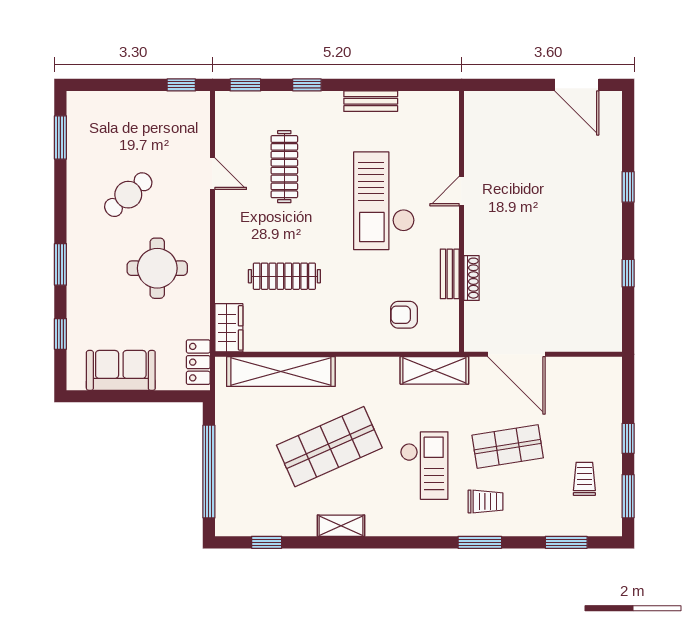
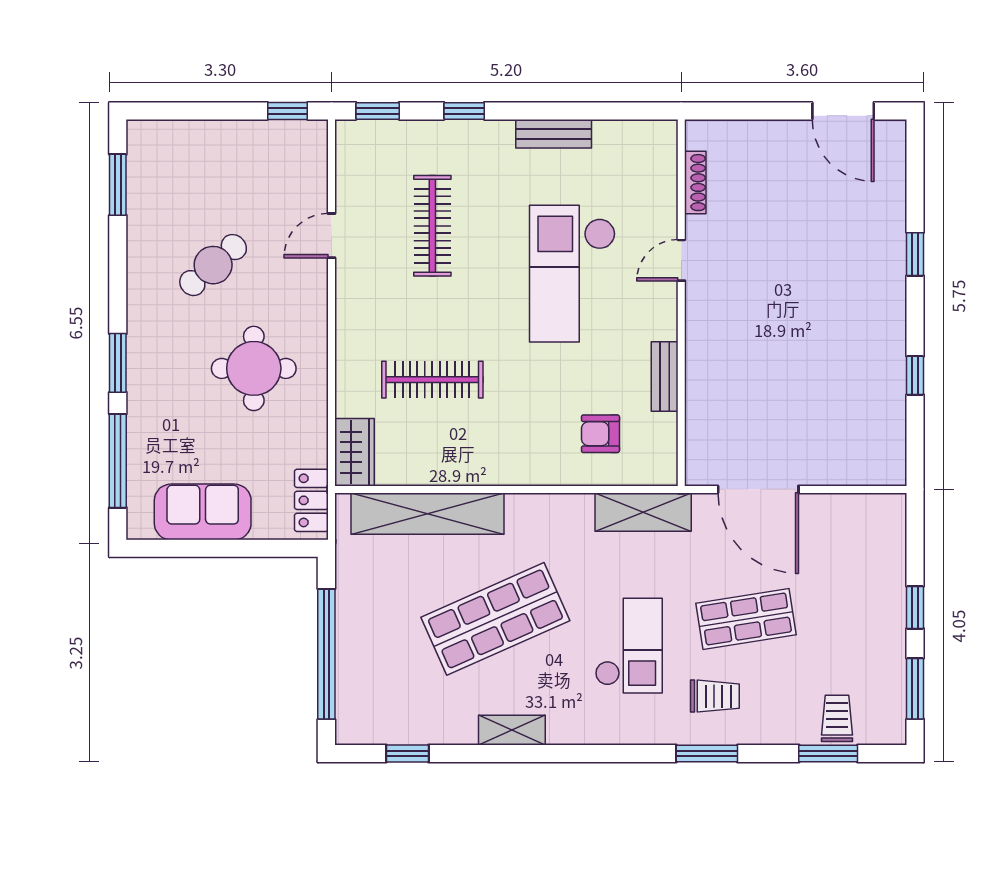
door: (213, 174) -> (331, 236), swing flipped
shoe rack: (472, 278) -> (695, 183), moved
window: (60, 334) -> (118, 461), width x2.17
trolley: (584, 479) -> (837, 718), moved

